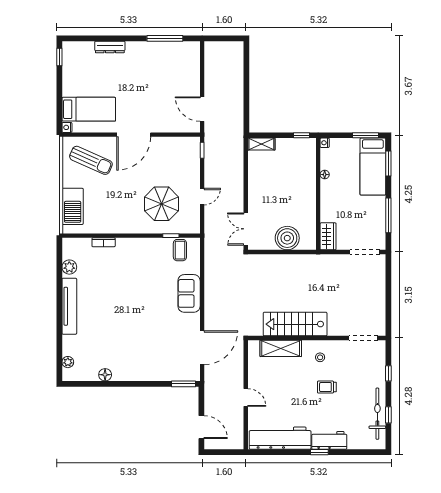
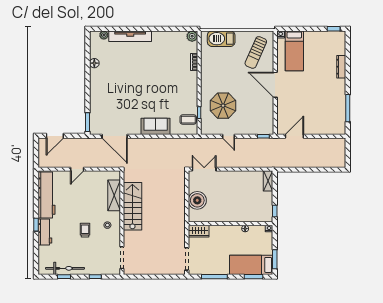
plant: (69, 267) -> (192, 36), moved
tv unit: (69, 306) -> (130, 36), moved

